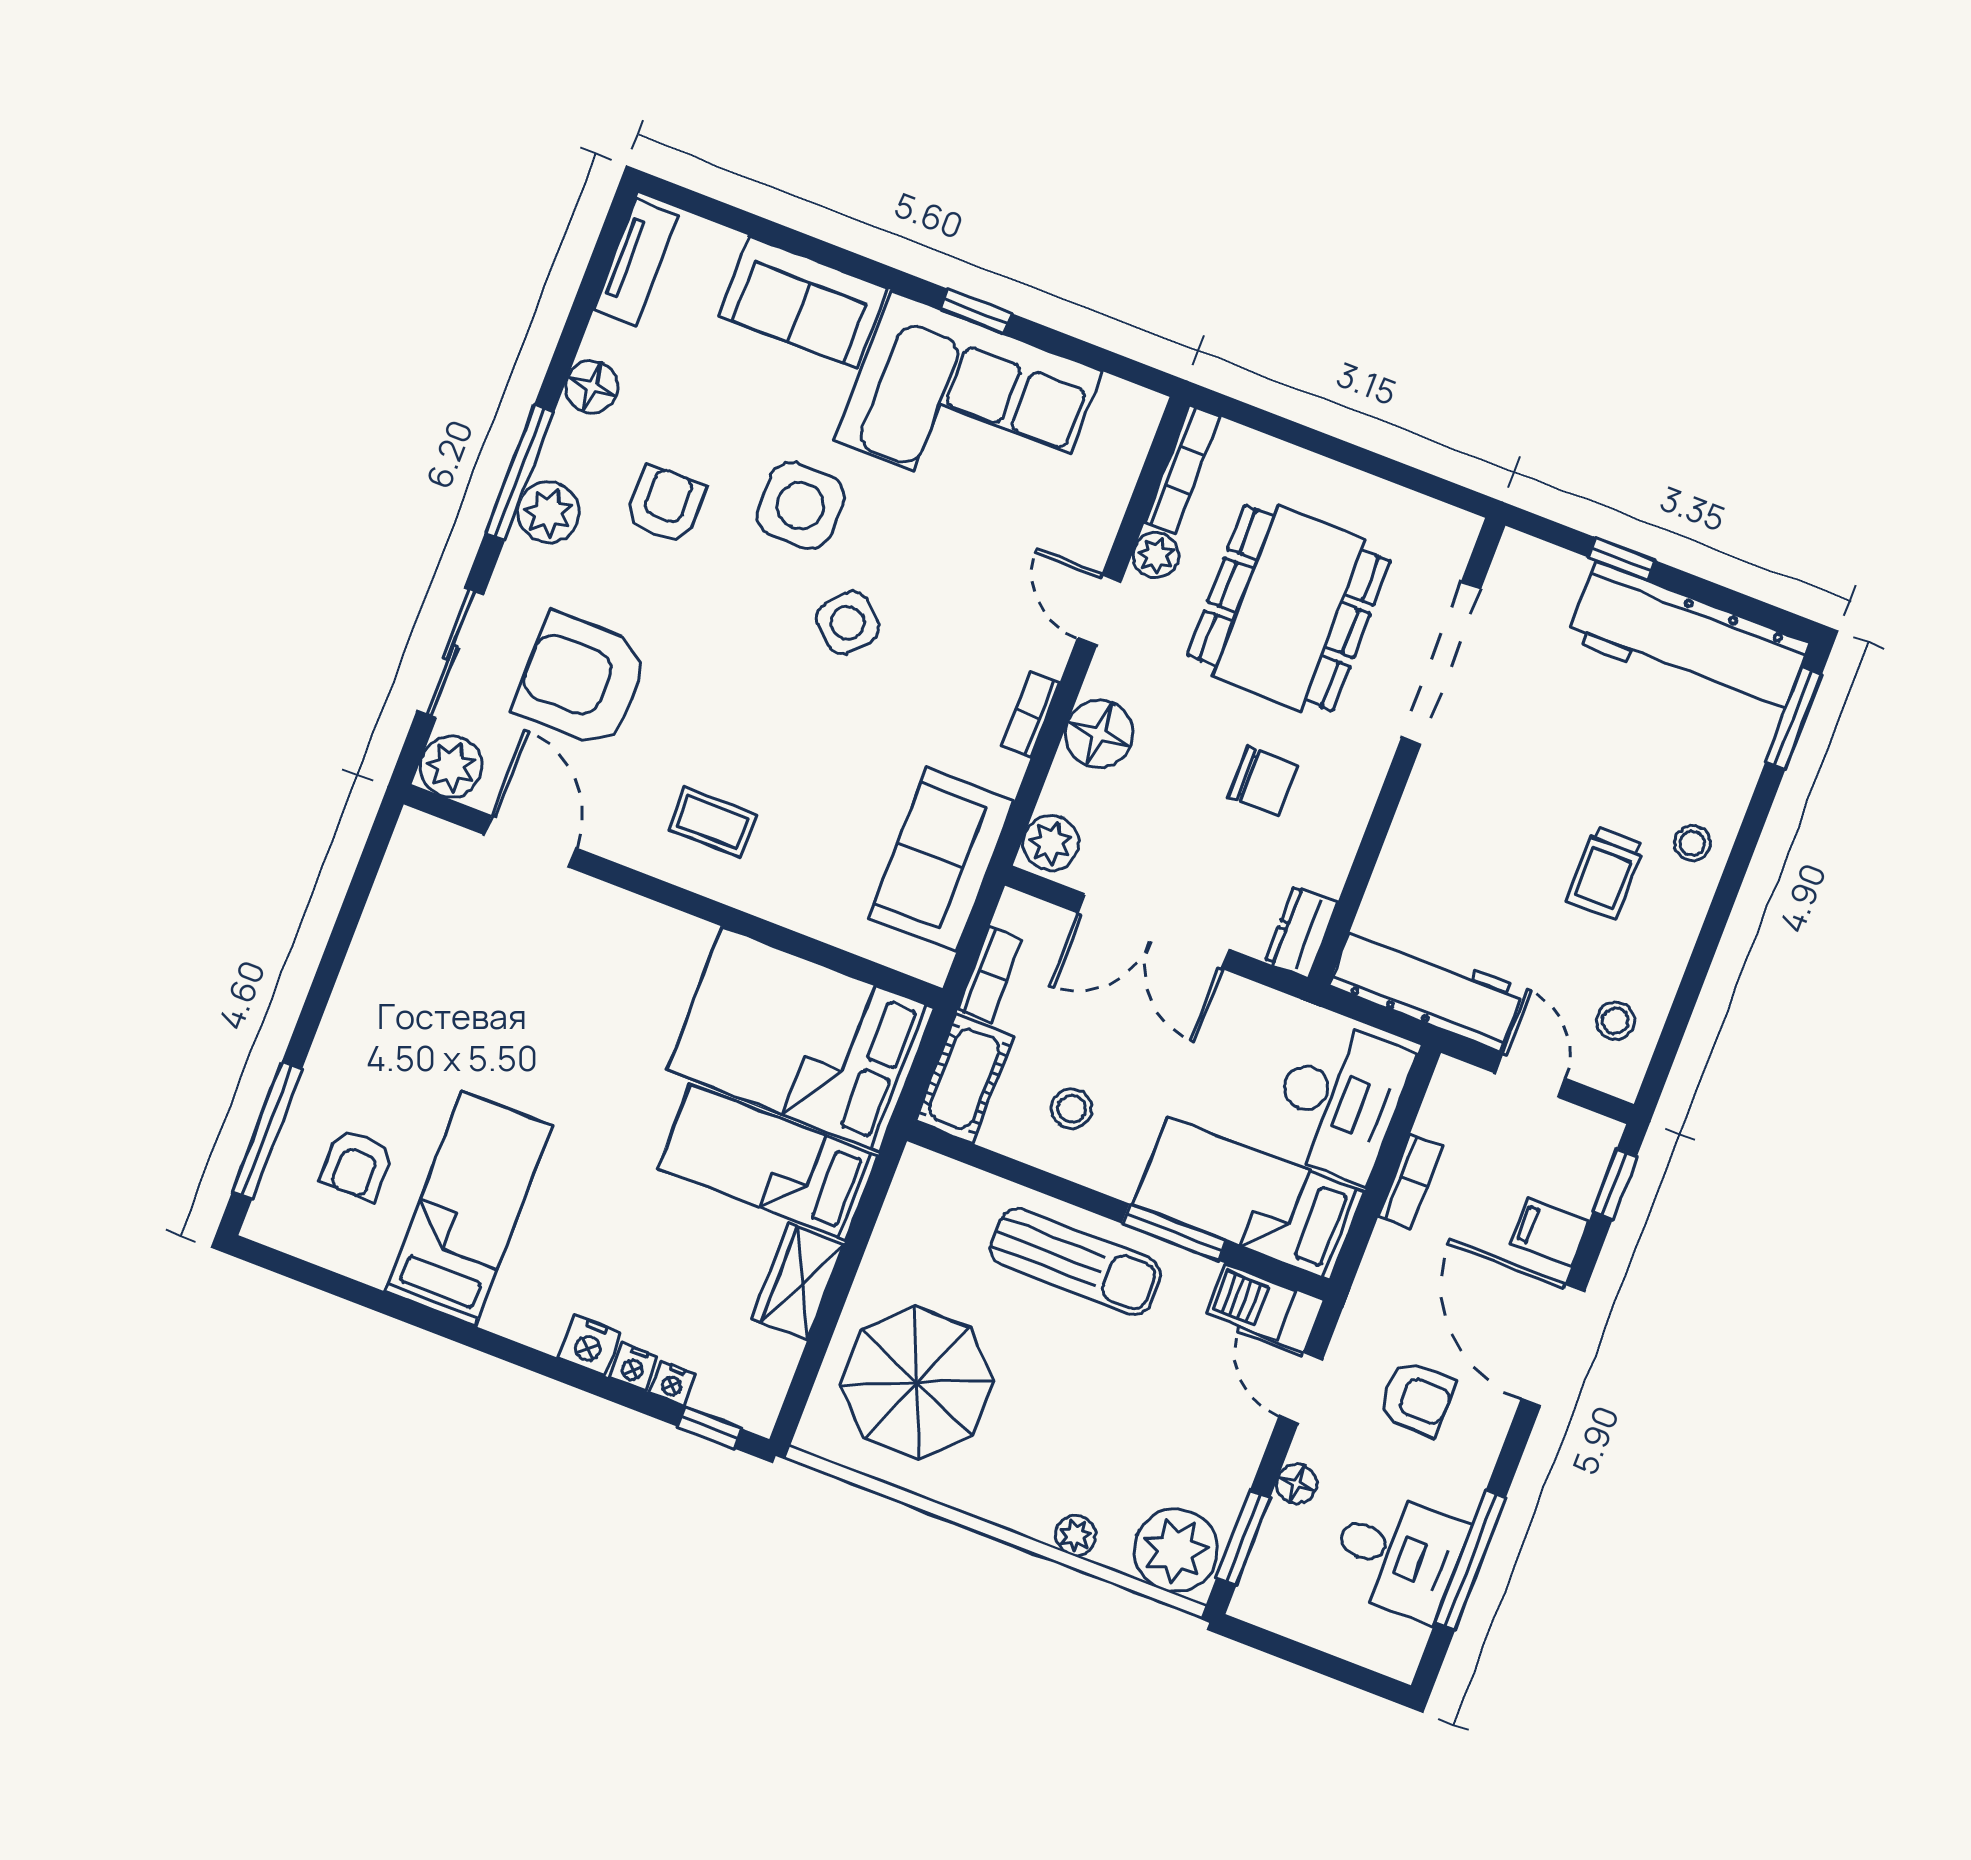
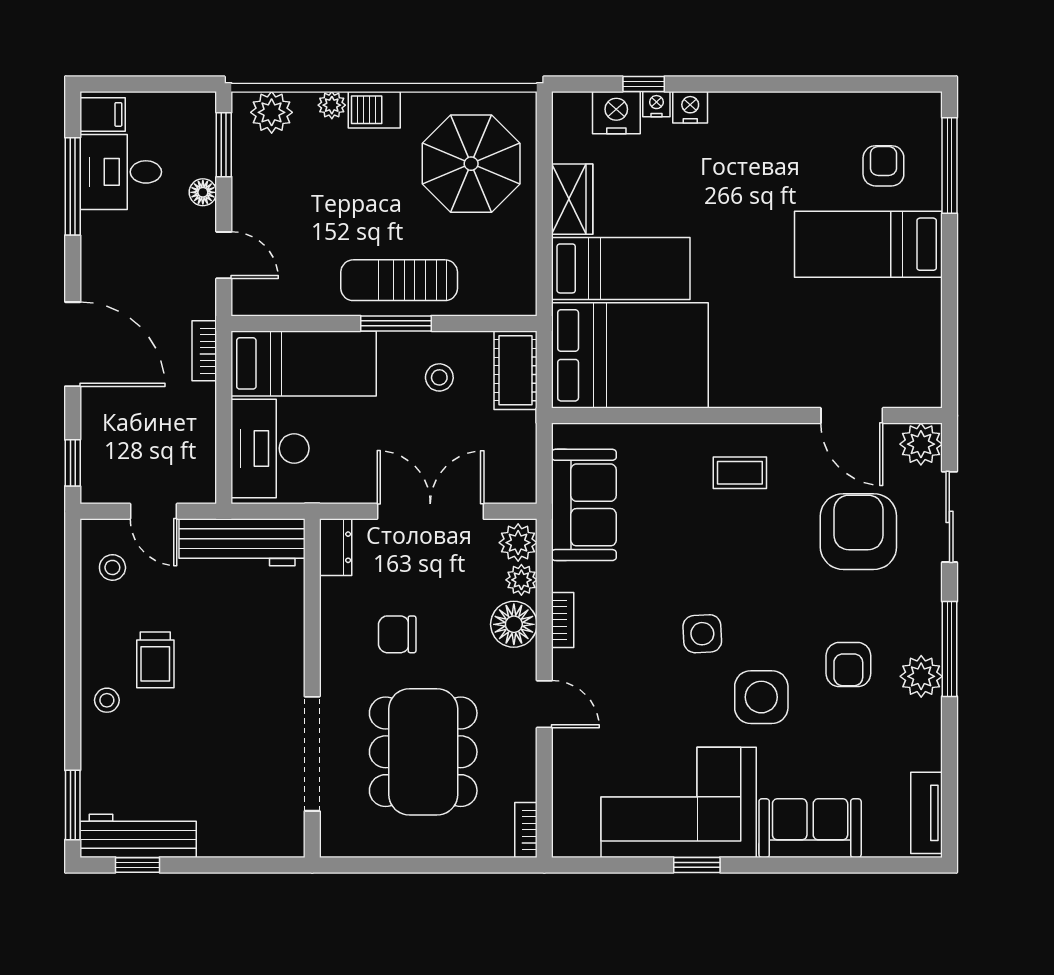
floor lamp: (592, 387) -> (924, 722), removed
bookcase: (1182, 469) -> (526, 830), width x0.64
plant: (549, 512) -> (921, 676), moved
plant: (1156, 555) -> (521, 580), moved
window: (1622, 559) -> (138, 865), moved
side table: (848, 623) -> (702, 634), turned 45
workbench: (1688, 641) -> (138, 836), width x0.73, depth x0.76
armchair: (582, 680) -> (858, 532), turned -90
trolley: (1605, 873) -> (155, 660), turned 180
bookcase: (990, 975) -> (525, 443), removed
bookcase: (1410, 1181) -> (204, 351), moved
bed: (469, 1209) -> (868, 244), moved, turned 90
window: (1174, 1232) -> (396, 323), moved
filing cabinet: (1550, 1232) -> (103, 114), moved
barbecue: (1251, 1302) -> (374, 110), moved, turned 180
nightstand: (673, 1383) -> (616, 113), width x1.89, depth x1.79
armchair: (1417, 1398) -> (147, 277), removed
window: (710, 1428) -> (644, 84), moved
plant: (1176, 1550) -> (272, 112), width x0.73, depth x0.73

